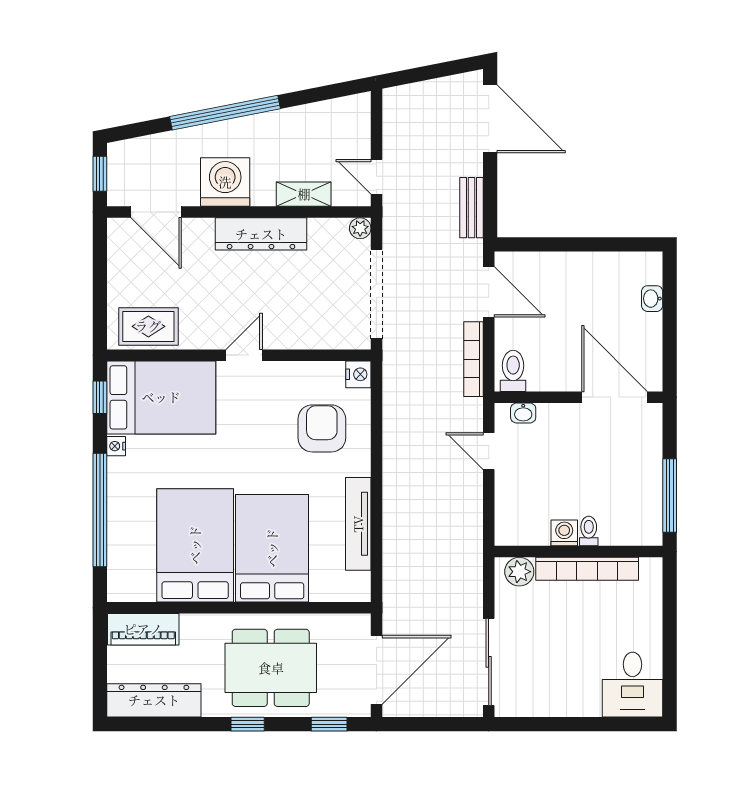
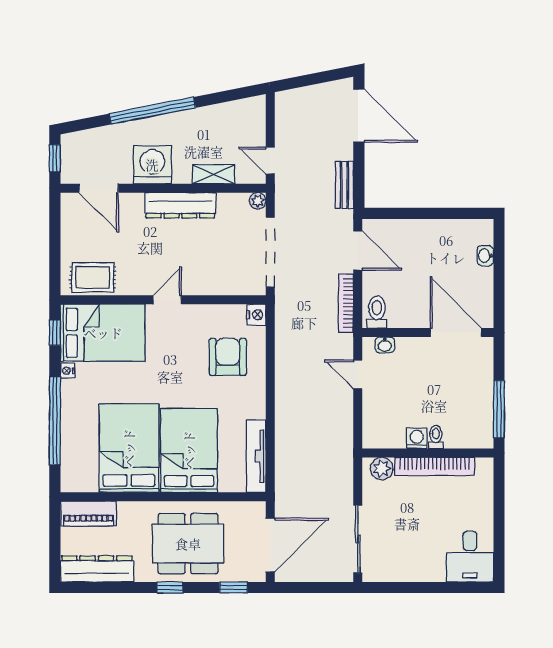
tv unit: (358, 524) -> (256, 456), moved

